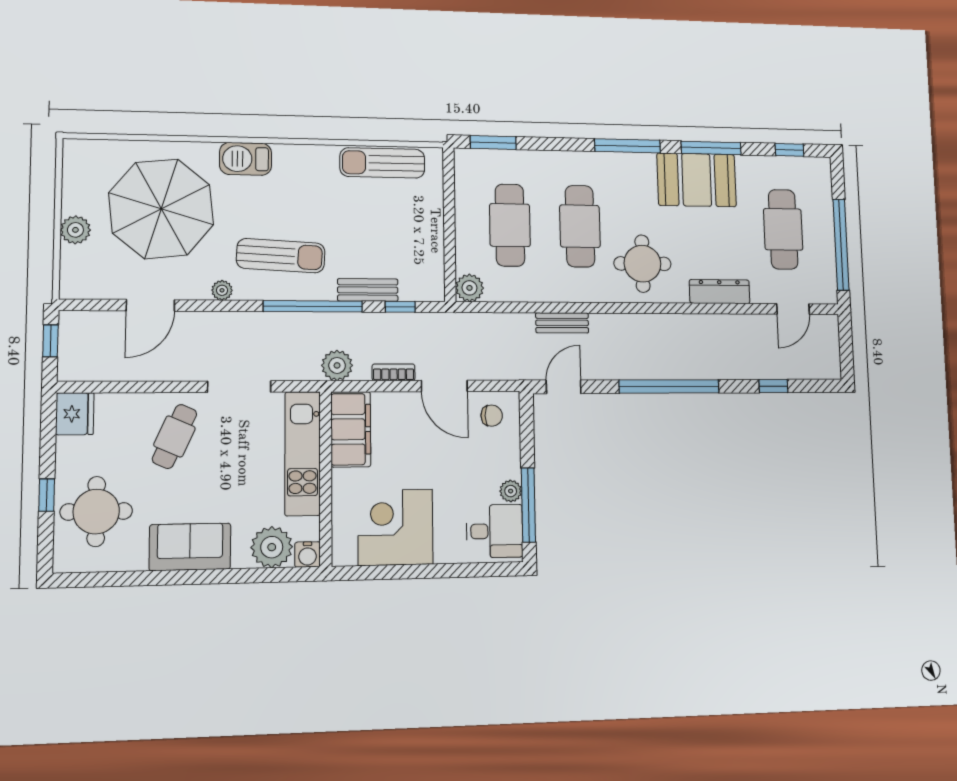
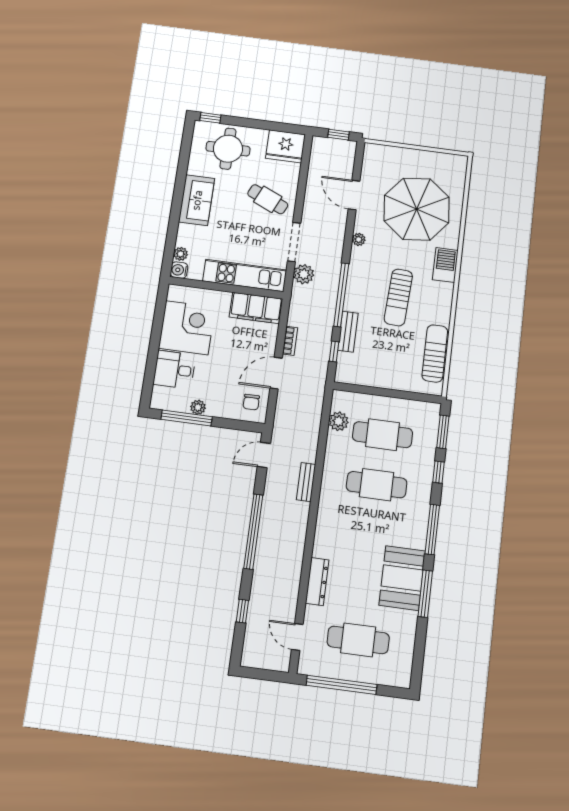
window: (789, 150) -> (439, 472), moved
plant: (75, 230) -> (408, 157), removed
sun lounger: (281, 256) -> (398, 297), moved
round table: (642, 264) -> (344, 526), removed
plant: (469, 288) -> (339, 421), moved
bench: (562, 323) -> (306, 482), moved
plant: (337, 365) -> (304, 274), moved
door: (564, 387) -> (264, 455), swing flipped
fridge: (75, 414) -> (285, 146), width x1.36, depth x1.34
window: (47, 495) -> (210, 118), moved
desk: (494, 531) -> (174, 370), moved, turned 90
plant: (272, 547) -> (181, 254), width x0.53, depth x0.53

